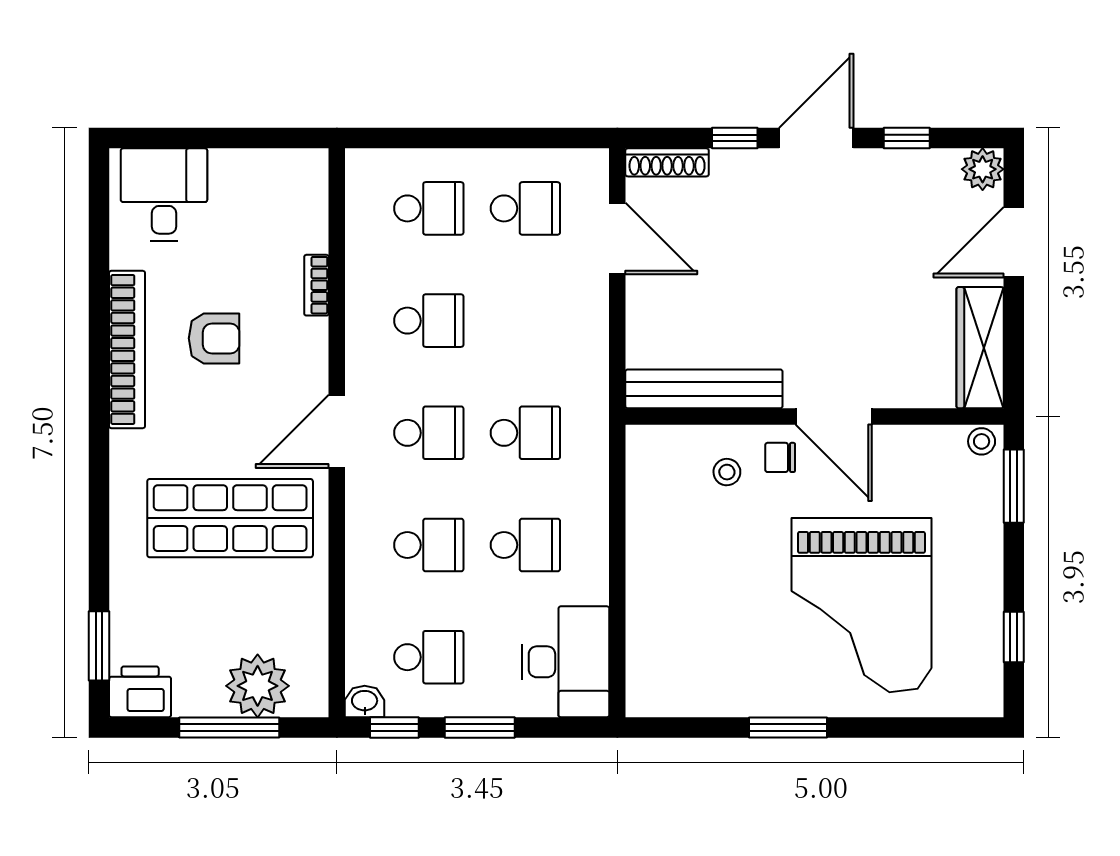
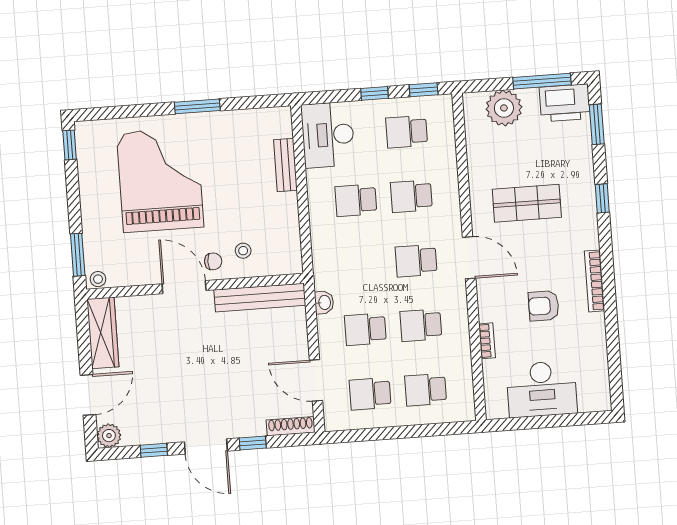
door: (816, 138) -> (206, 446), hinge flipped
desk: (164, 195) -> (542, 389), moved, width x1.37
bookcase: (127, 349) -> (595, 281), width x0.68, depth x0.76
door: (337, 431) -> (469, 258), hinge flipped
school desk: (525, 433) -> (365, 329), moved
window: (99, 517) -> (602, 198), added
shop shelf: (230, 518) -> (527, 203), width x0.70, depth x0.74
bench: (643, 615) -> (285, 165), added
window: (1014, 637) -> (70, 145), moved
printer: (140, 692) -> (565, 103), width x1.37, depth x1.19
washbasin: (365, 702) -> (324, 302), moved, turned -90
window: (229, 728) -> (542, 81), moved
window: (480, 728) -> (374, 93), width x0.67

